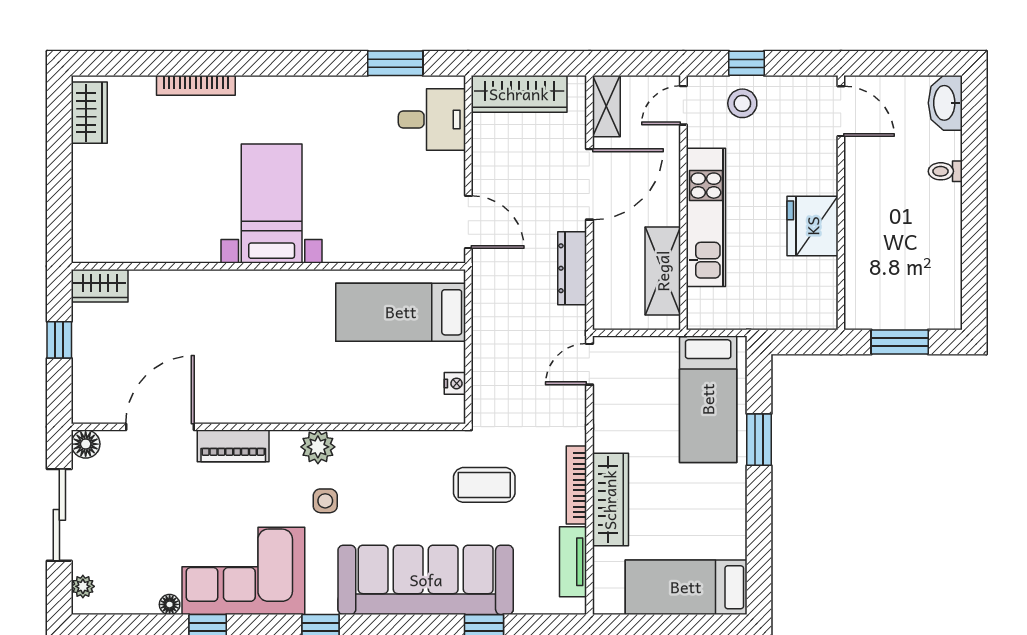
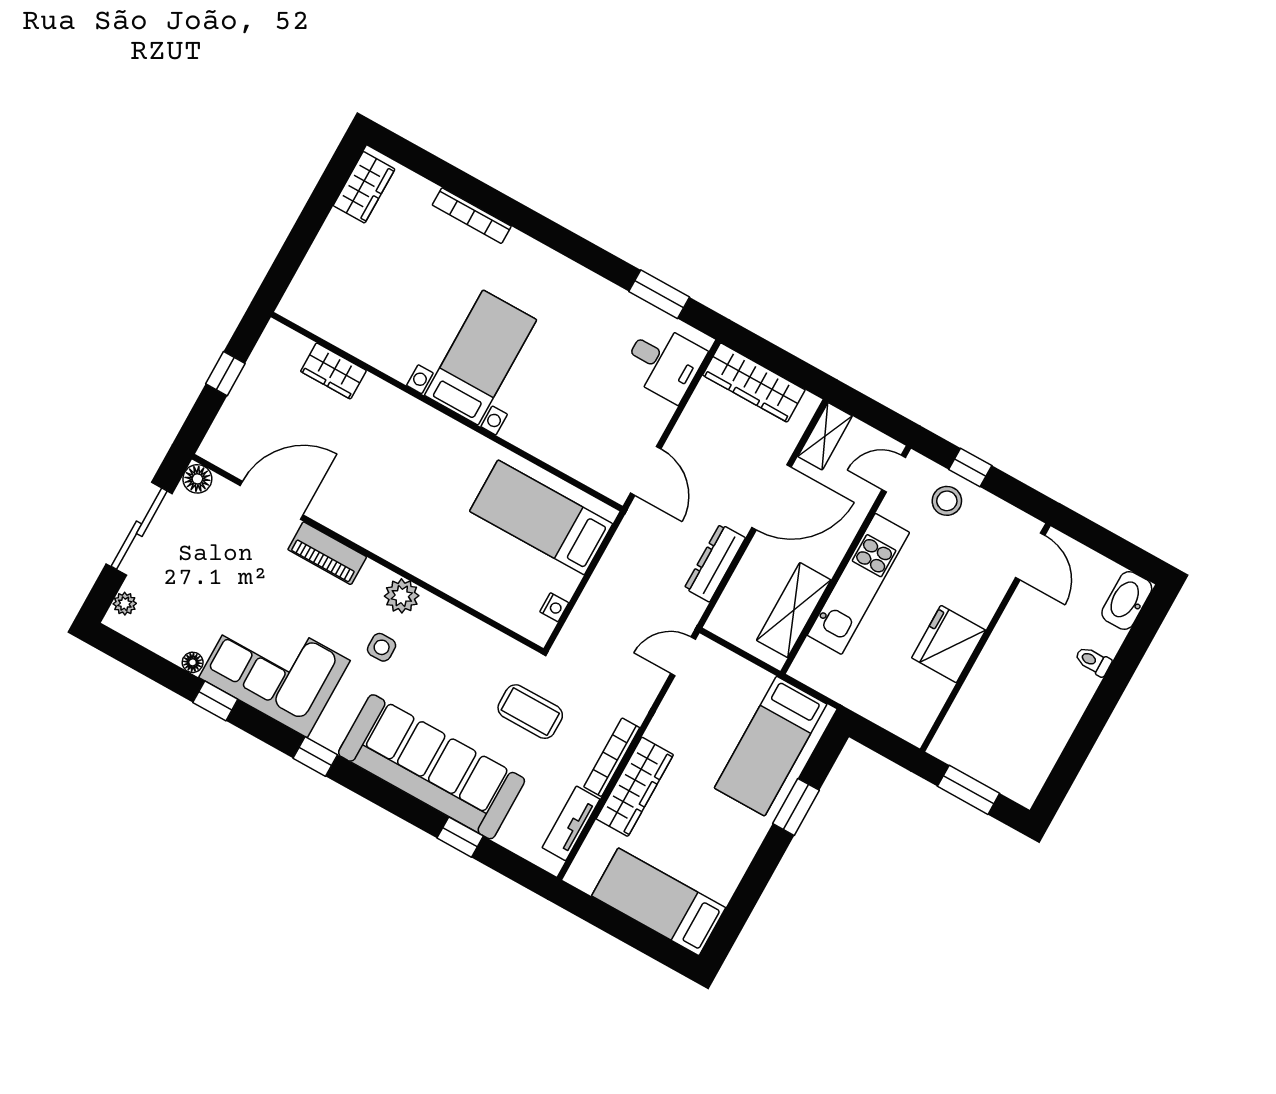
wardrobe: (100, 286) -> (333, 371), moved

